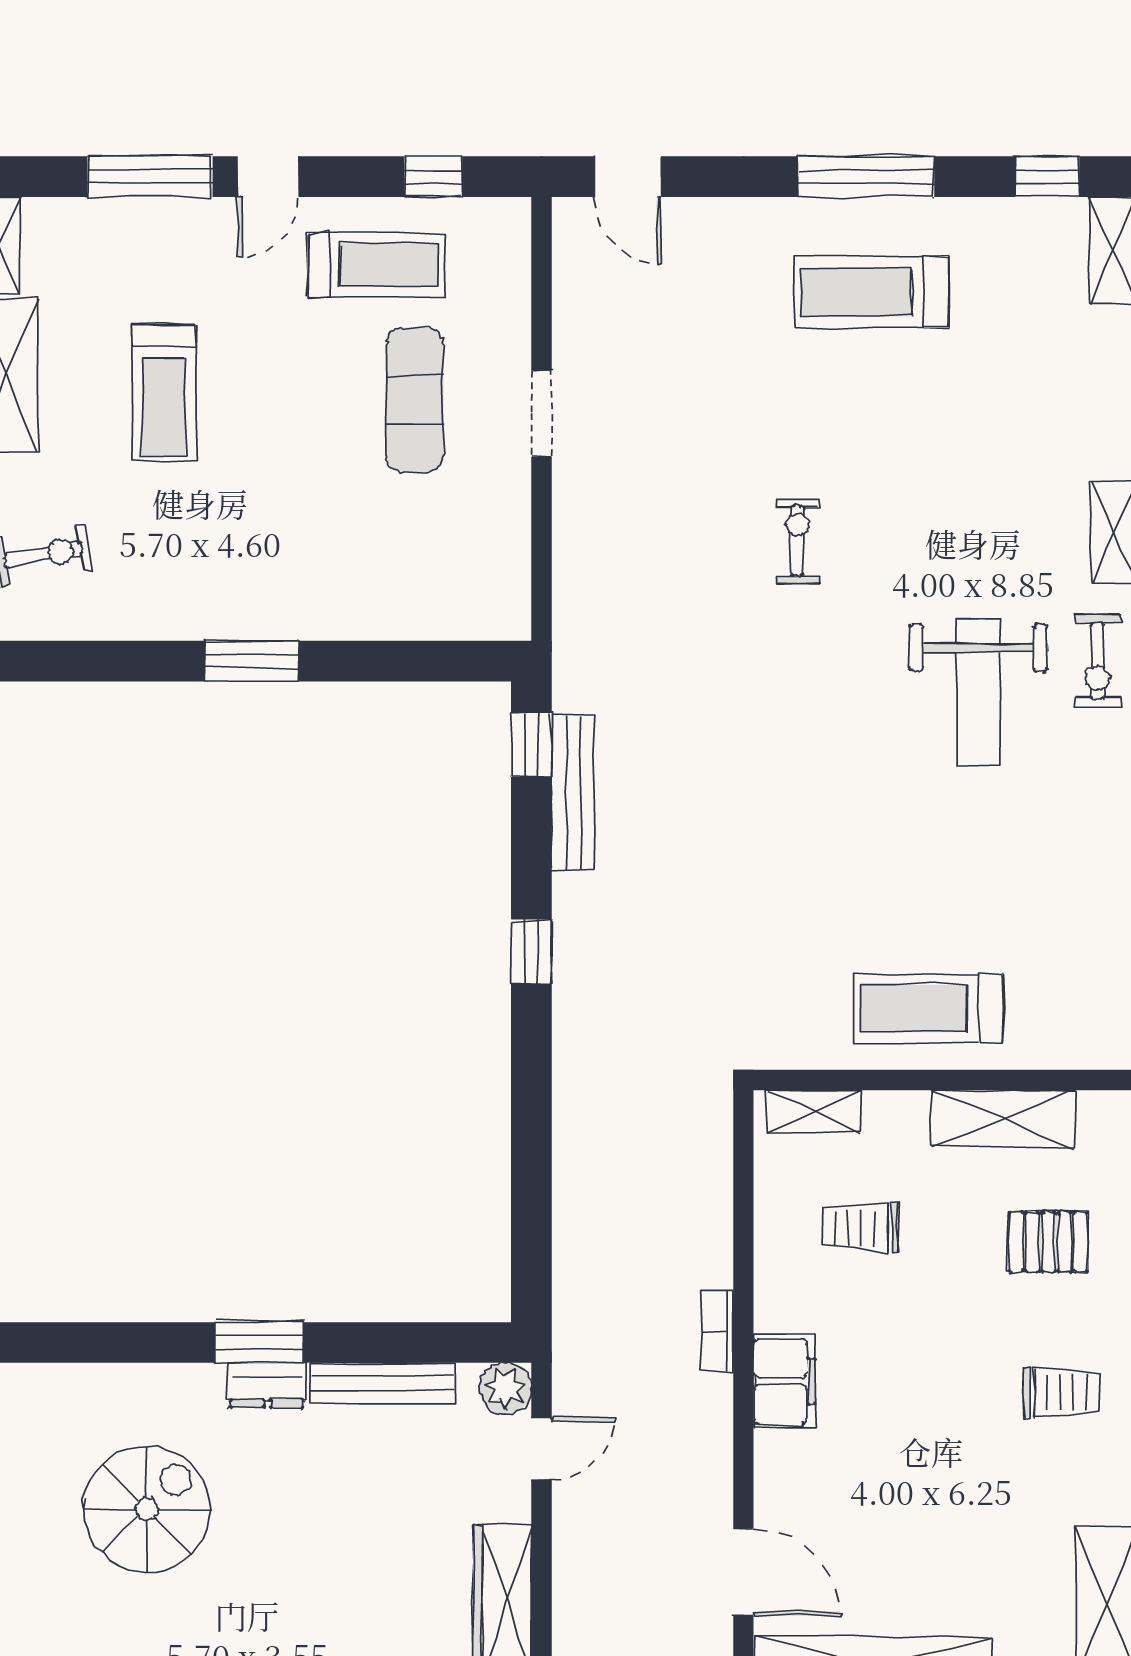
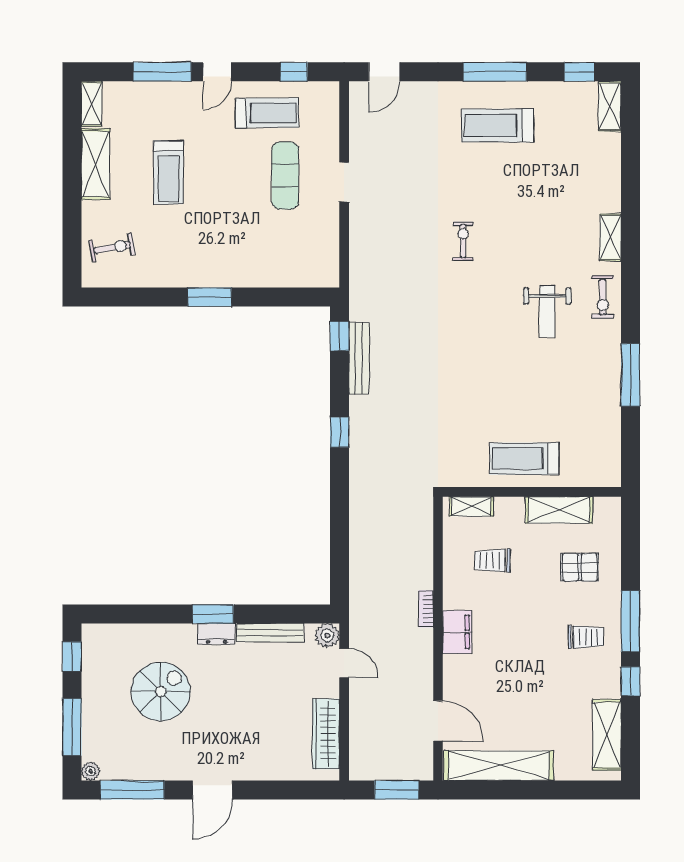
door: (628, 177) -> (384, 72), hinge flipped
weight bench: (978, 692) -> (547, 312), width x0.73, depth x0.75
door: (541, 1448) -> (344, 663), hinge flipped

